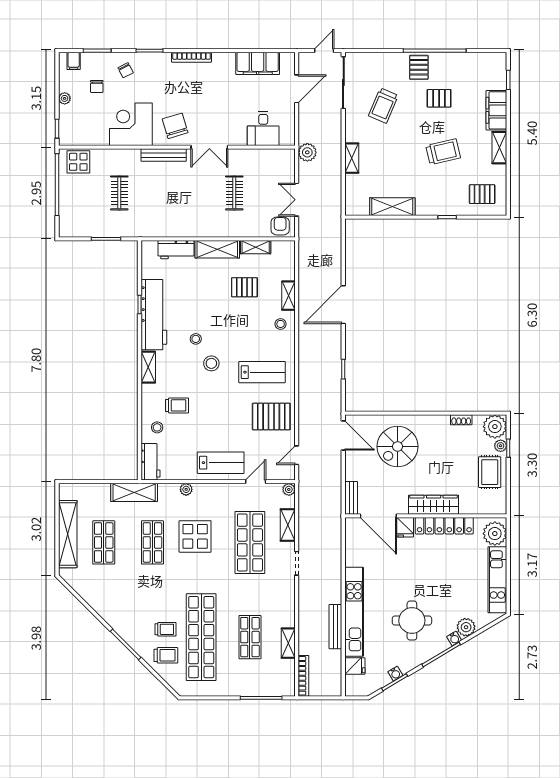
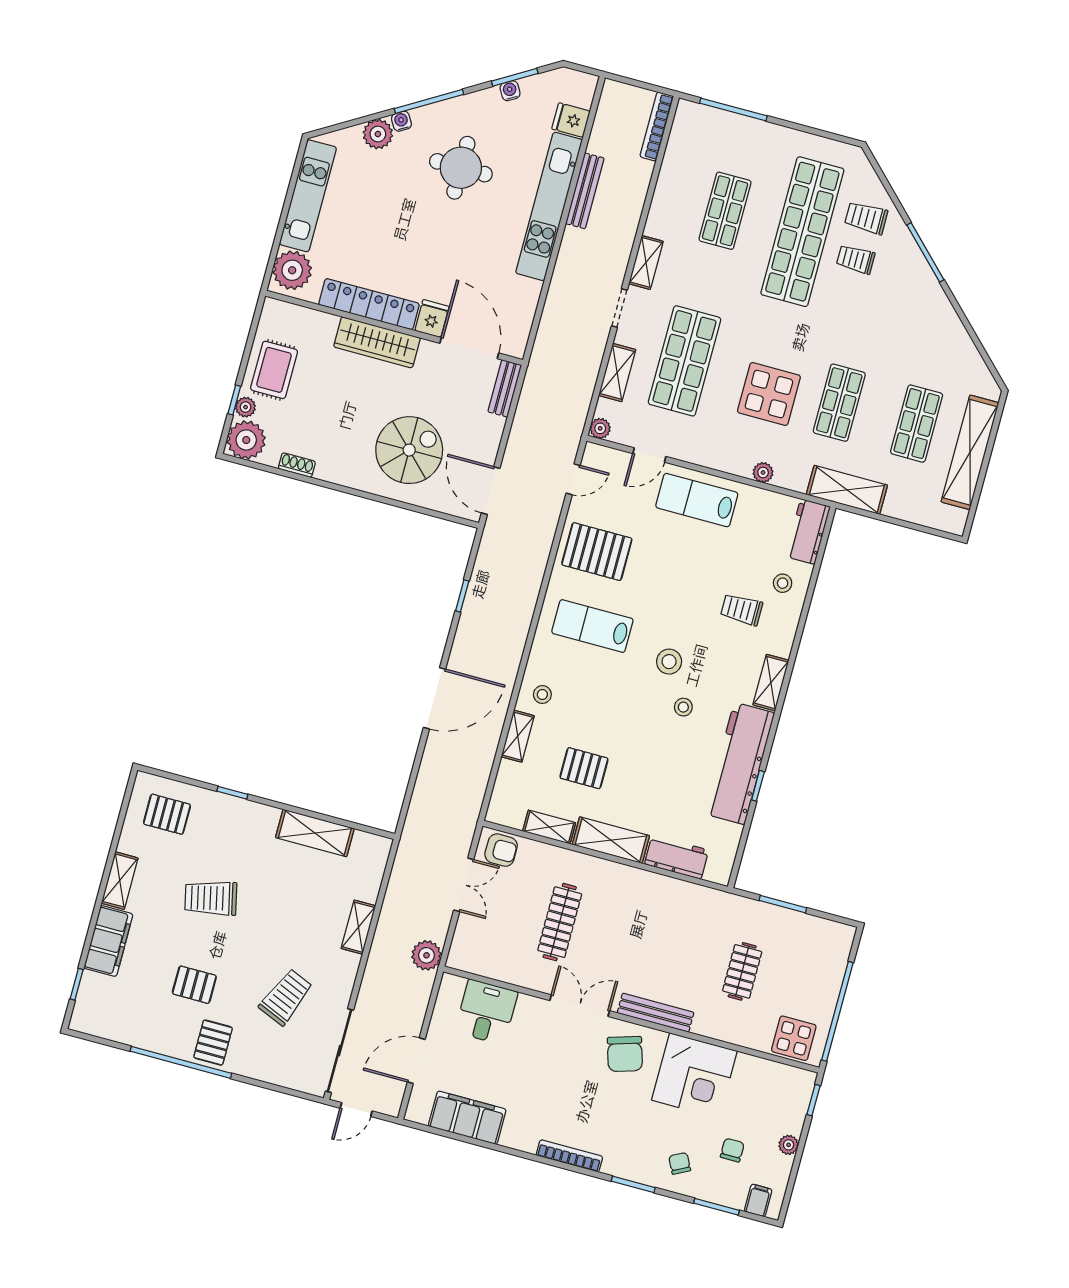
clothes rail: (234, 193) -> (560, 922), width x1.36
armchair: (280, 226) -> (501, 850), turned -90
shelving: (288, 643) -> (646, 262), moved

